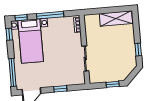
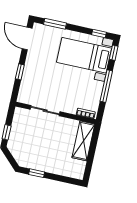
shelving: (116, 18) -> (83, 141), moved
window: (12, 72) -> (55, 24), width x0.69

